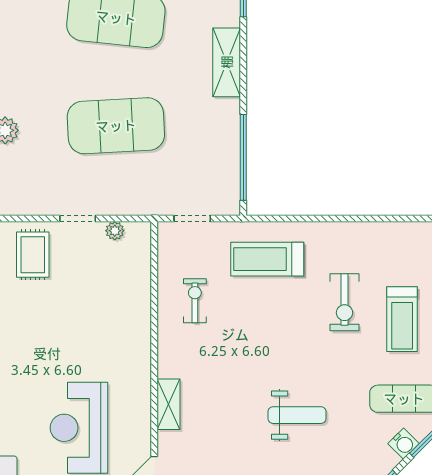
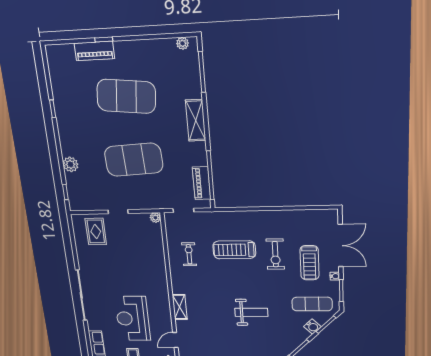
piano: (227, 170) -> (201, 183), added
plant: (115, 231) -> (155, 218), moved
treadmill: (267, 259) -> (234, 250), moved

